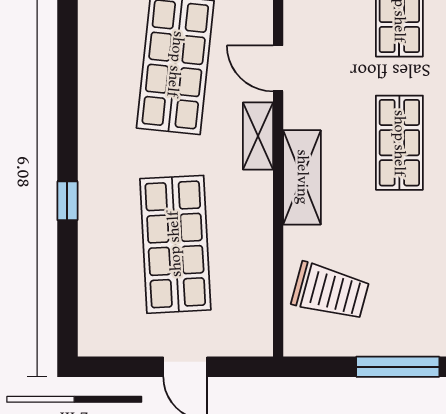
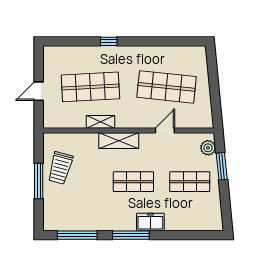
shelving: (258, 136) -> (100, 122), moved
trolley: (330, 291) -> (60, 168), moved

